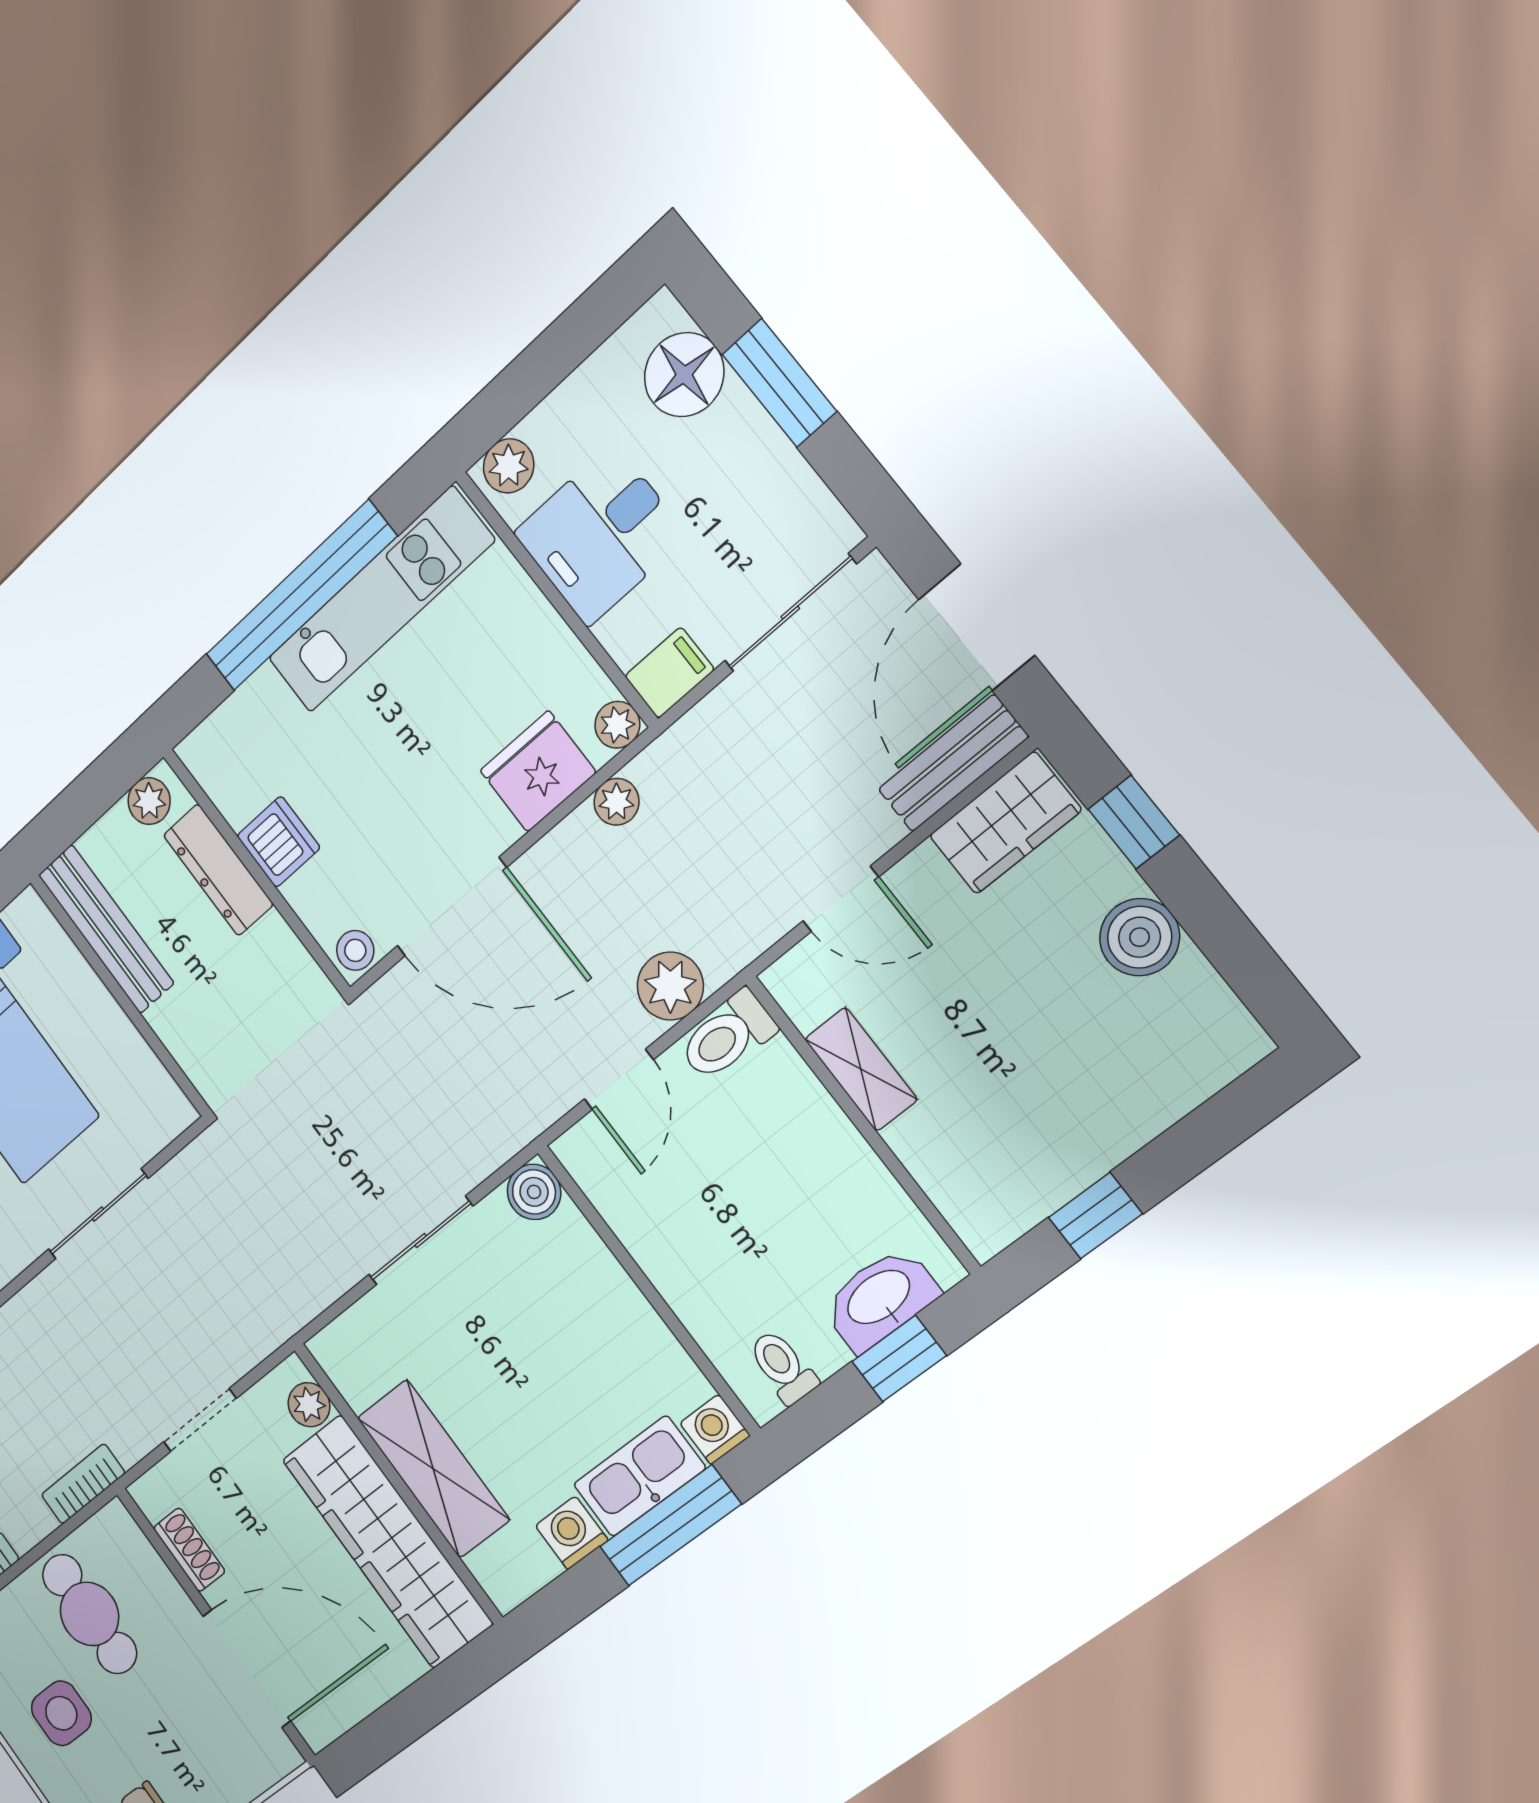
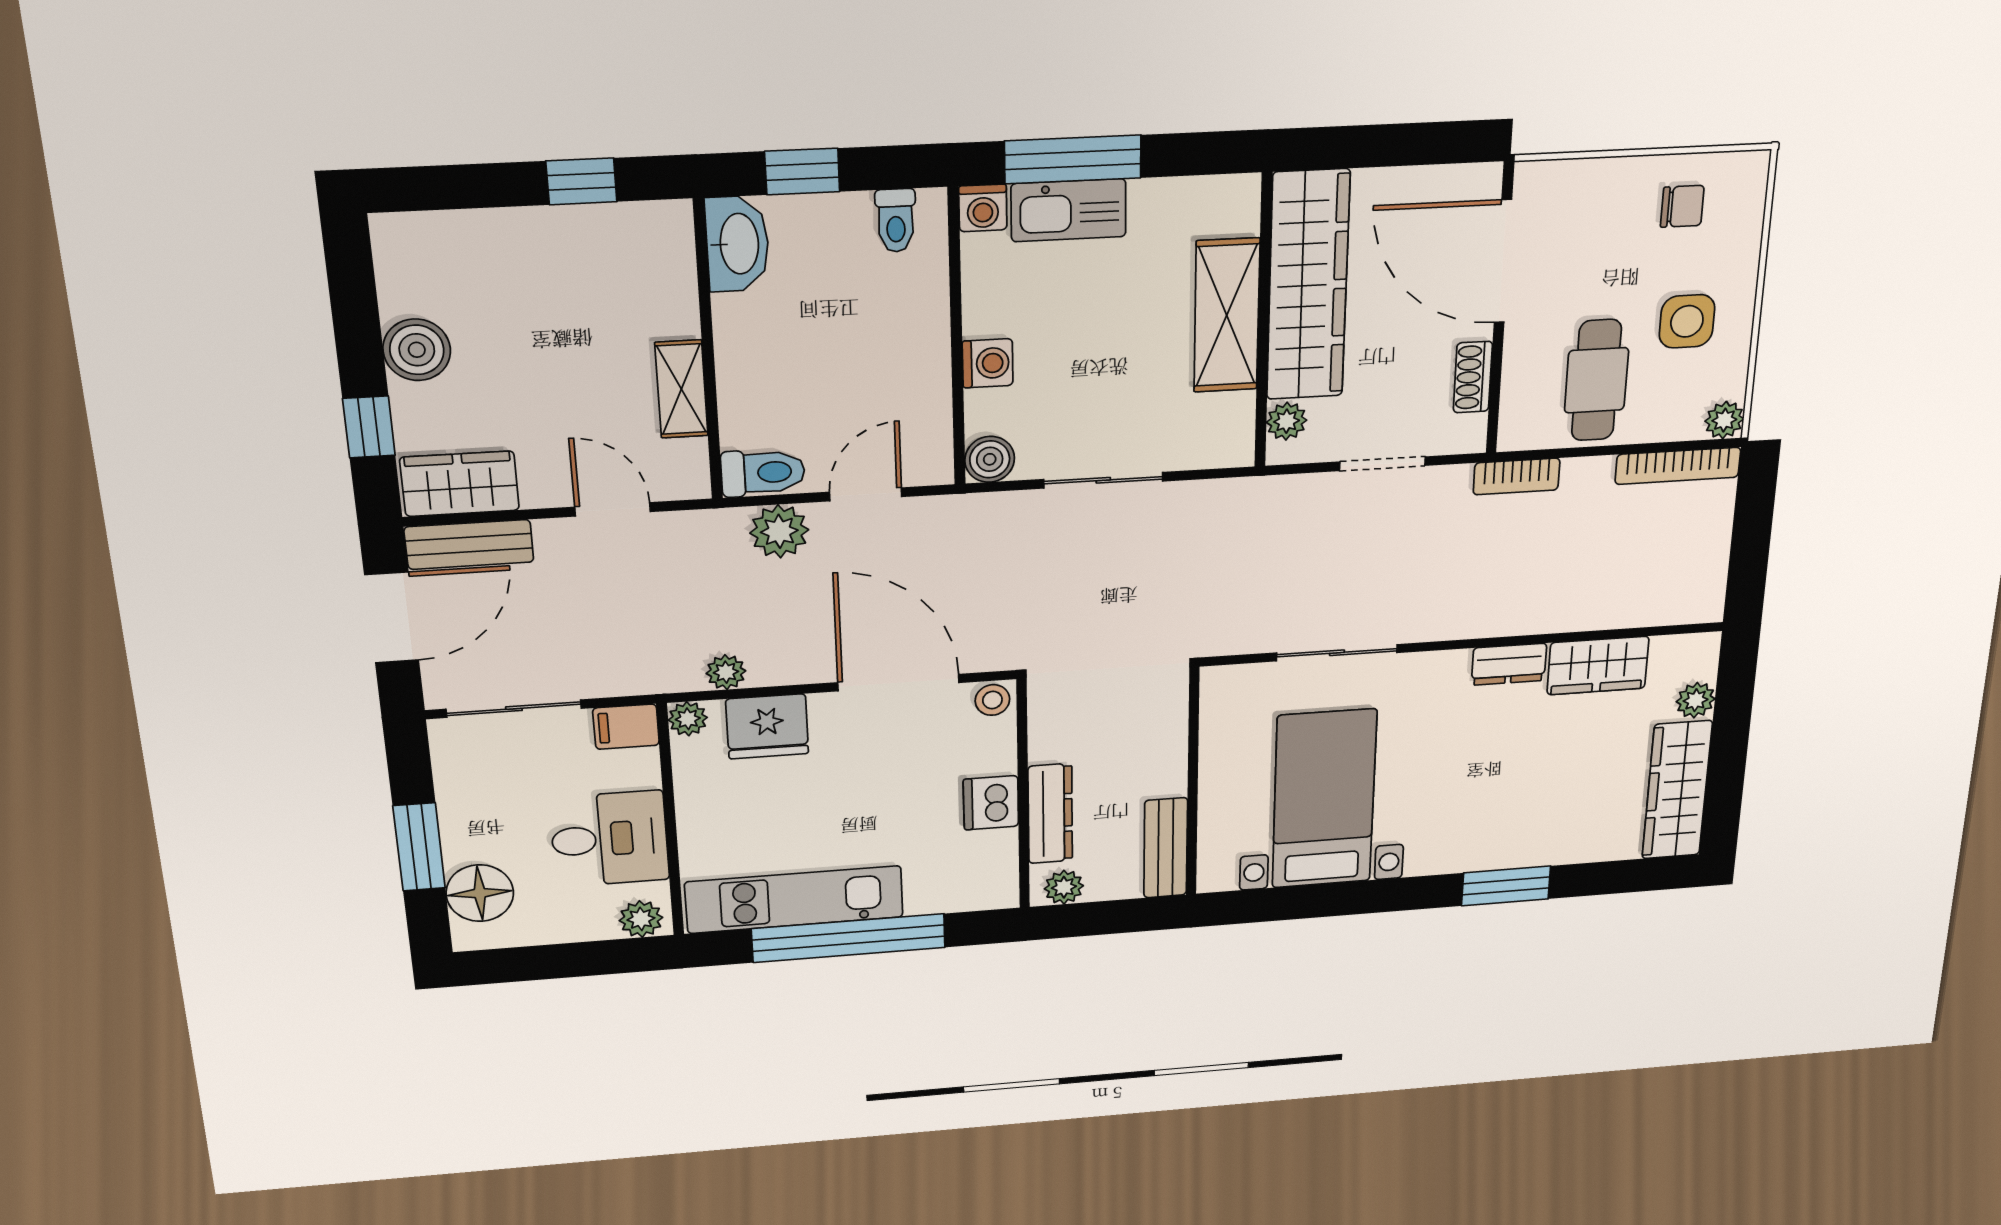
bench: (106, 929) -> (1166, 848), width x0.73
washbasin: (880, 1299) -> (738, 244), moved, turned -90
washing machine: (572, 1533) -> (988, 363), moved, turned -90

